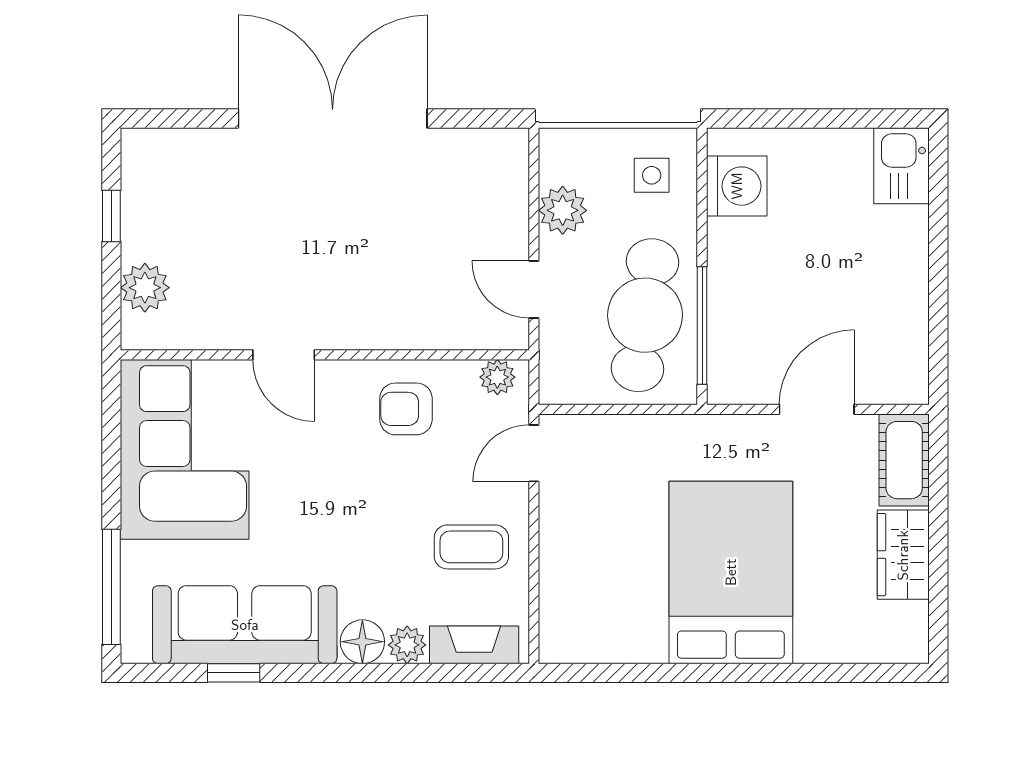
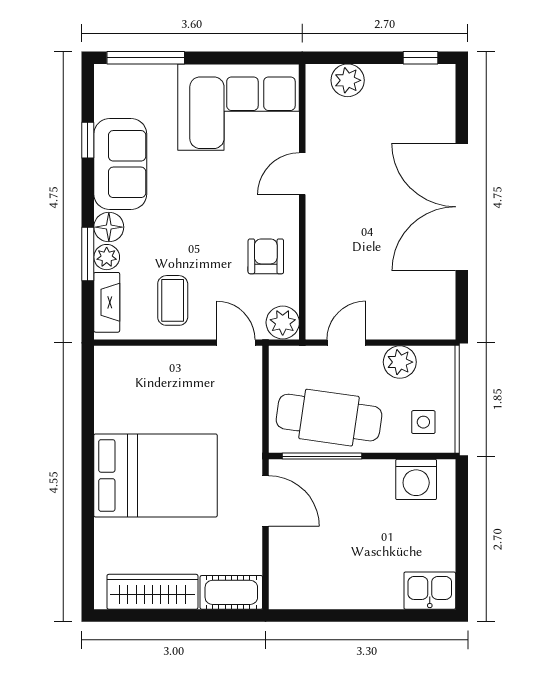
double door: (333, 119) -> (462, 207), swing flipped
window: (111, 216) -> (420, 58), moved
plant: (497, 377) -> (283, 322), width x1.38, depth x1.38
door: (817, 409) -> (266, 501), moved
wardrobe: (903, 555) -> (152, 592), width x1.50
sofa: (245, 625) -> (120, 164), width x0.73
window: (402, 673) -> (88, 254), added

